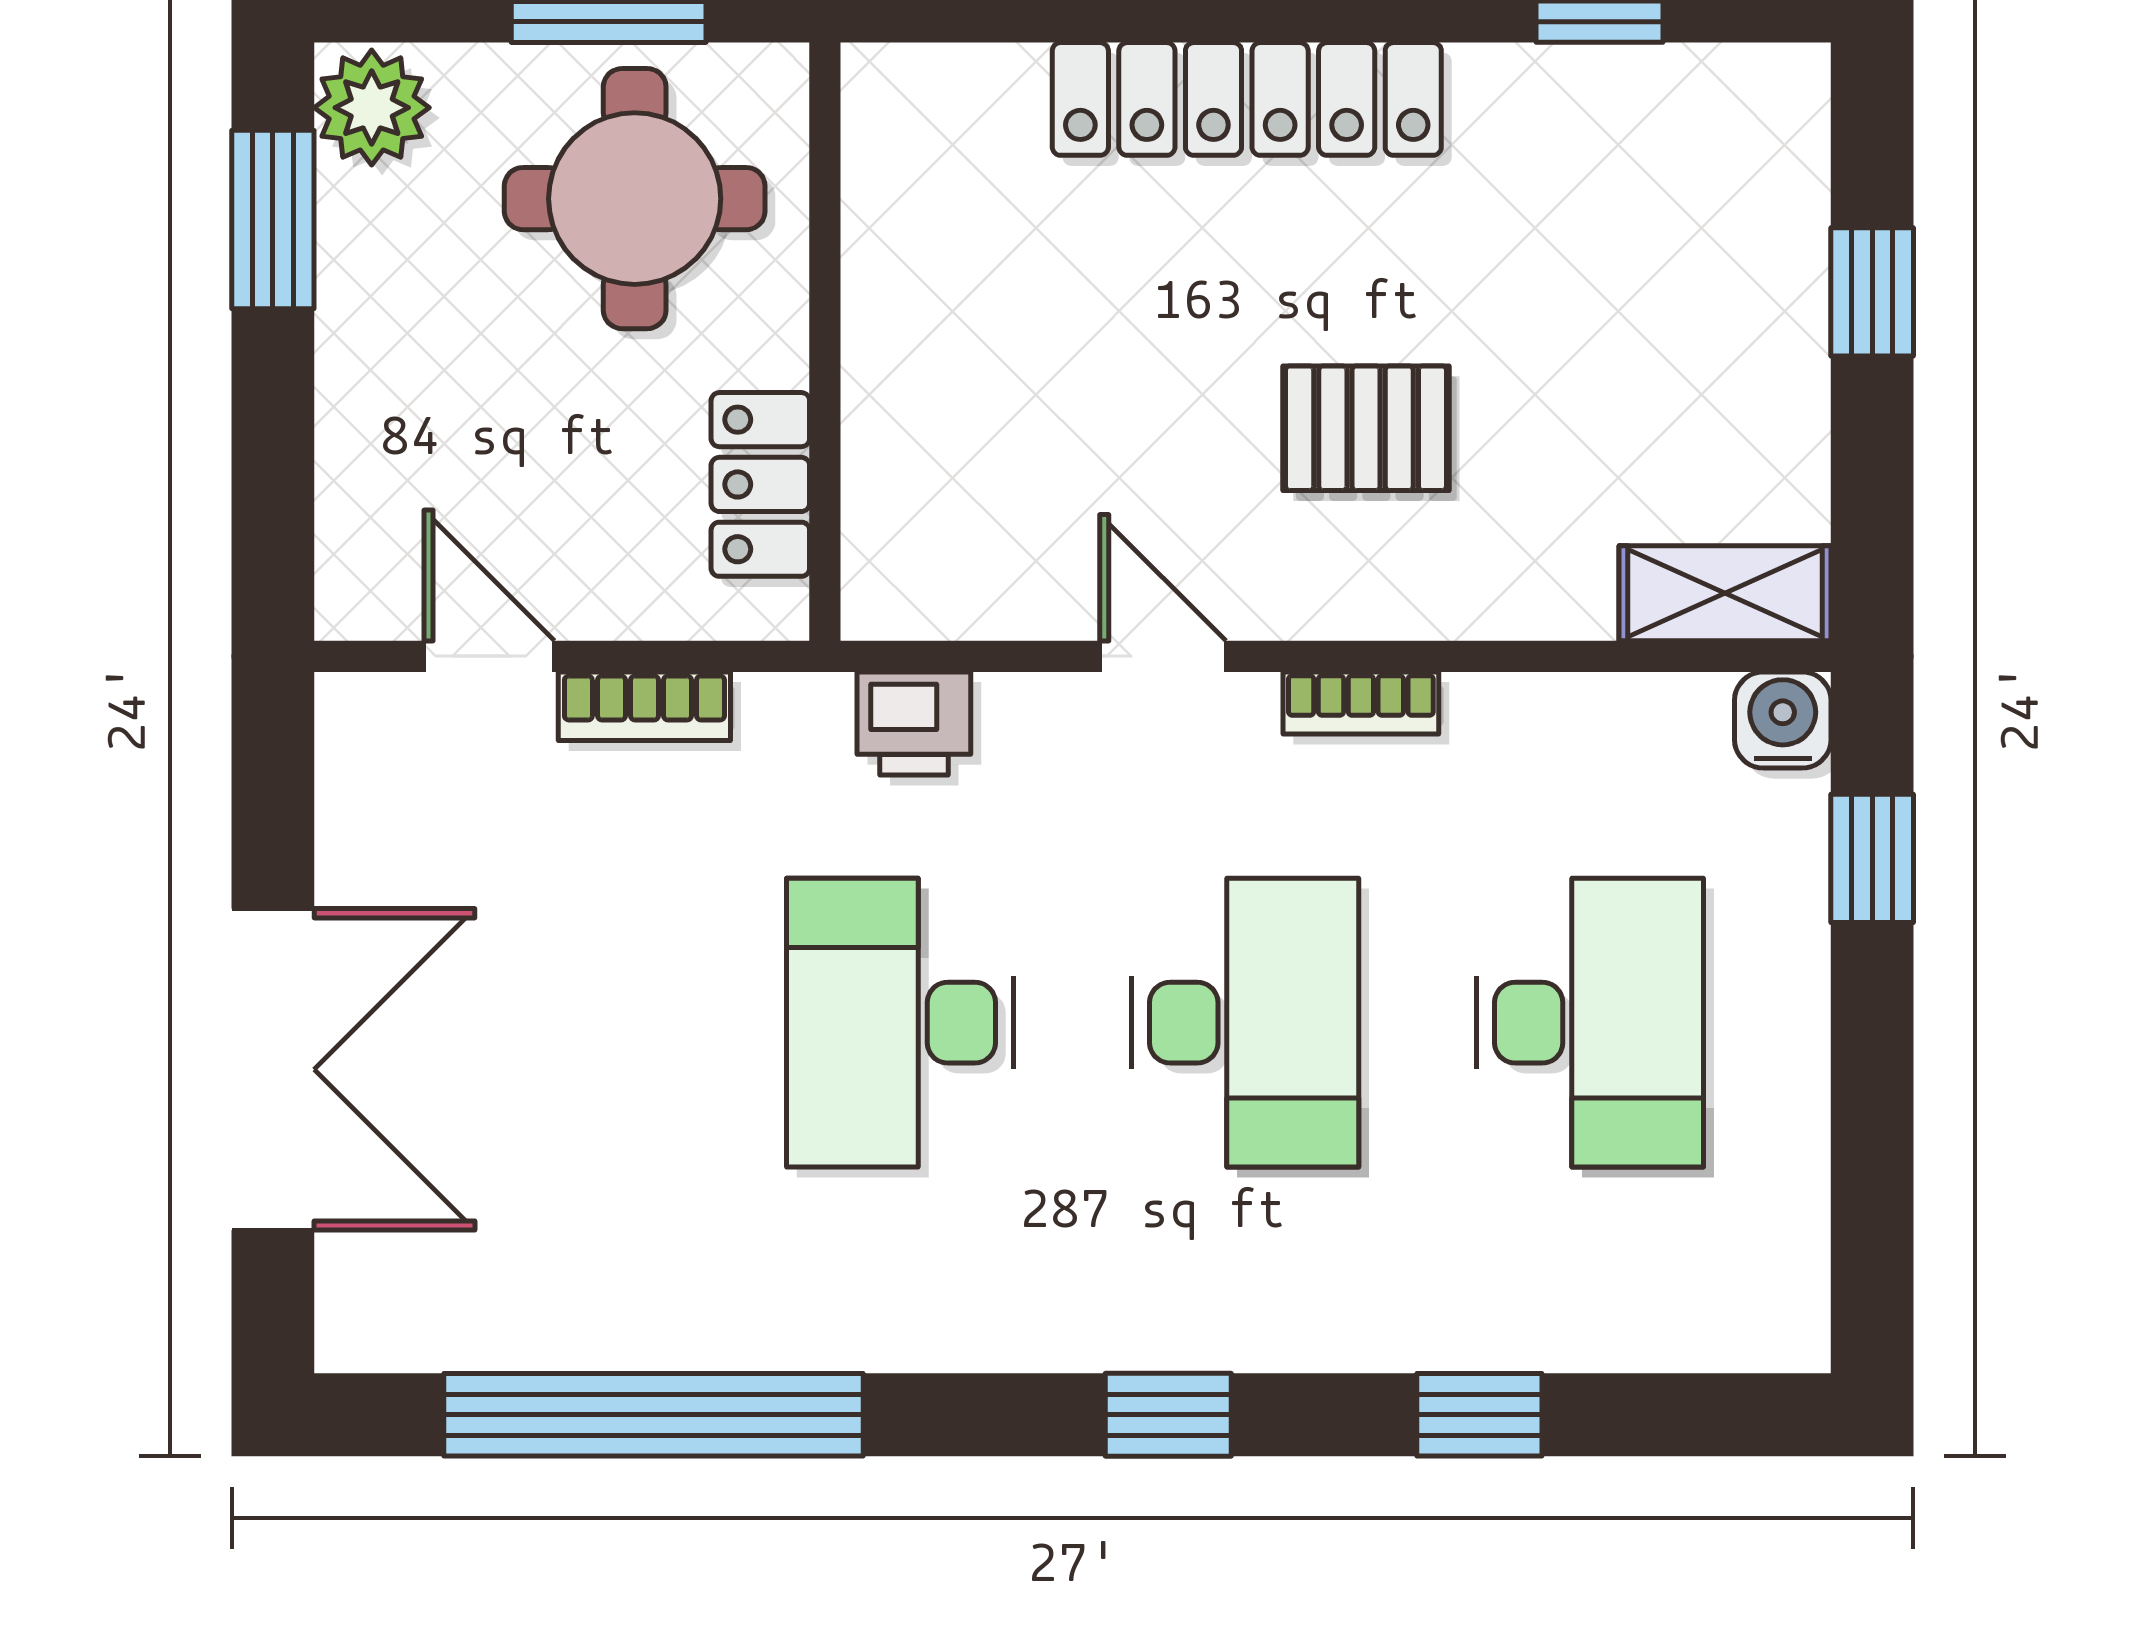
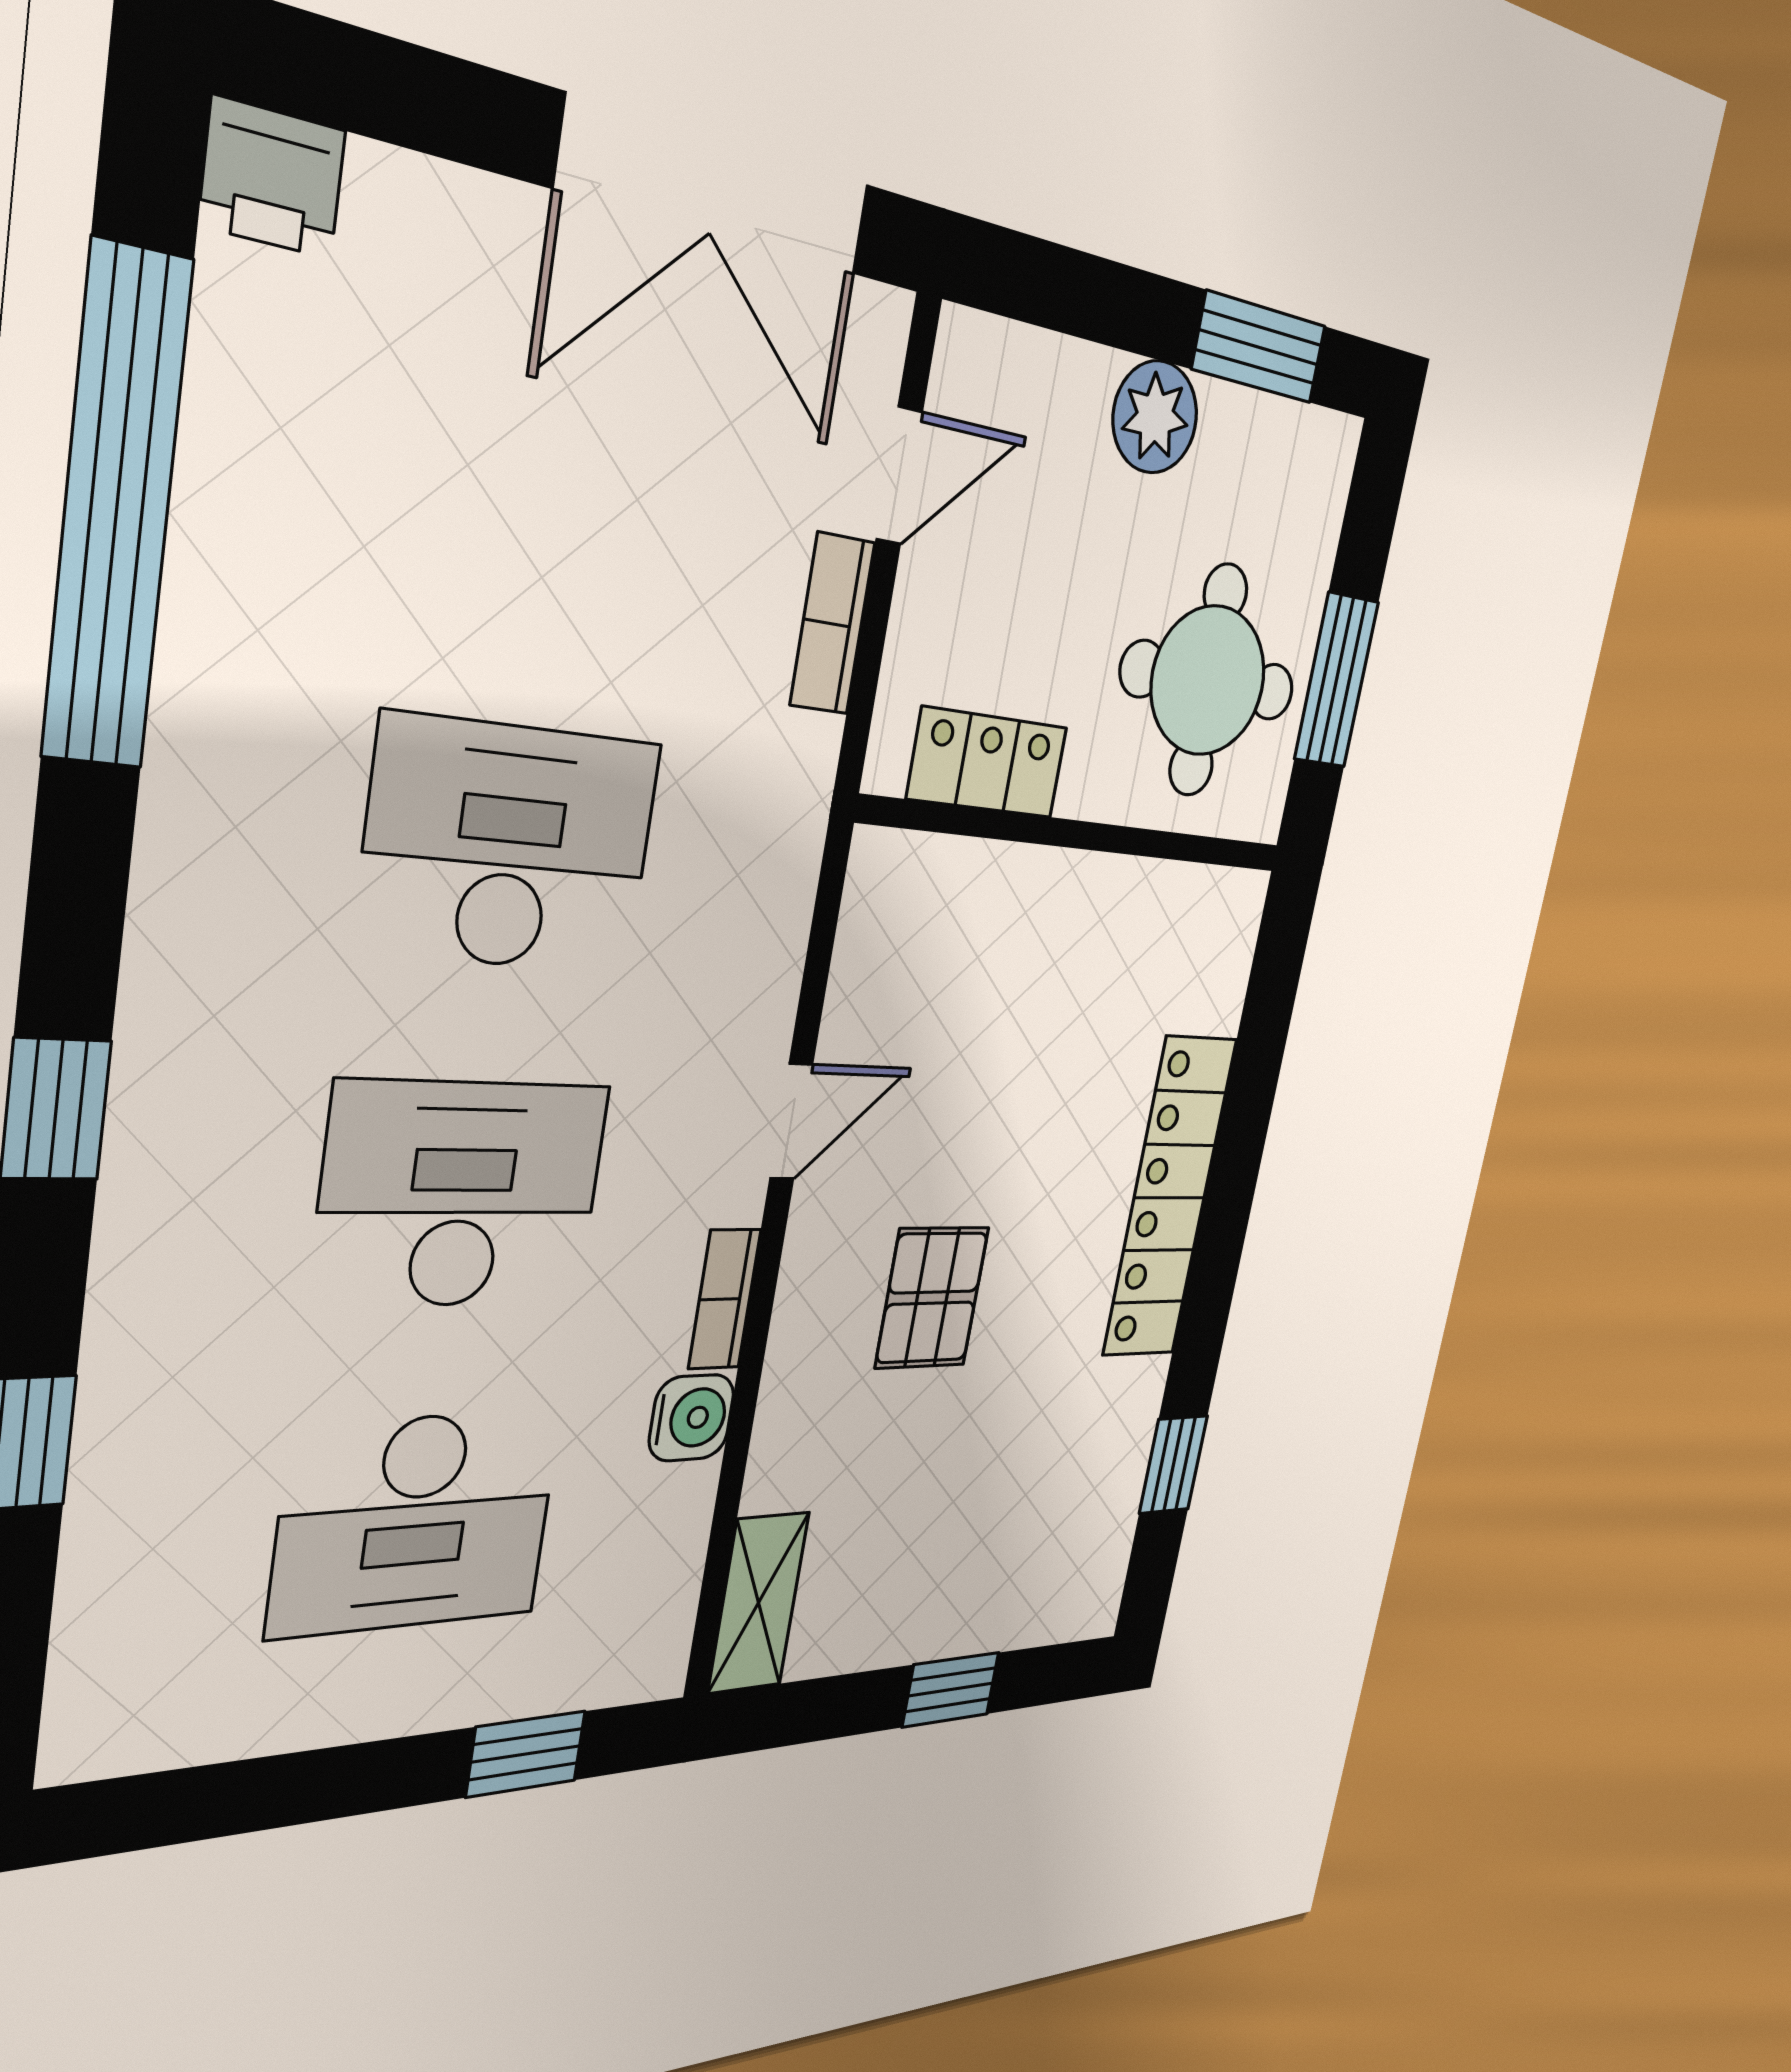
plant: (372, 108) -> (1155, 417), moved
water cooler: (1783, 720) -> (692, 1418), moved
printer: (914, 723) -> (272, 178), moved, turned -90
desk: (1245, 1023) -> (461, 1195), turned 180
double door: (273, 1069) -> (716, 187), moved

